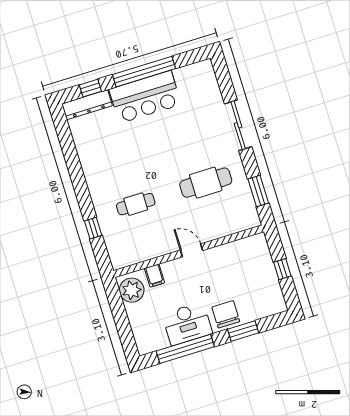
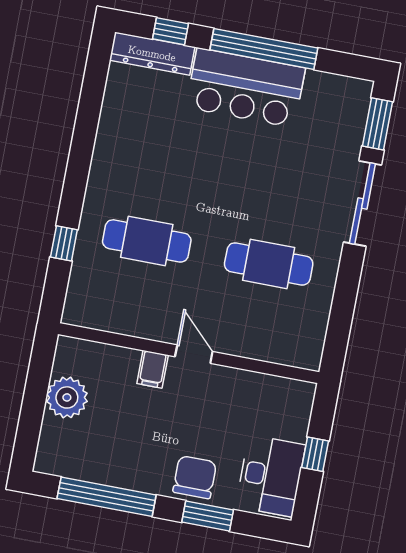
window: (258, 191) -> (377, 124), moved
cafe table: (136, 204) -> (147, 241), width x1.37, depth x1.35
filing cabinet: (155, 276) -> (153, 369), moved
plant: (132, 290) -> (67, 397), moved
desk: (187, 324) -> (271, 476), moved, turned -90

